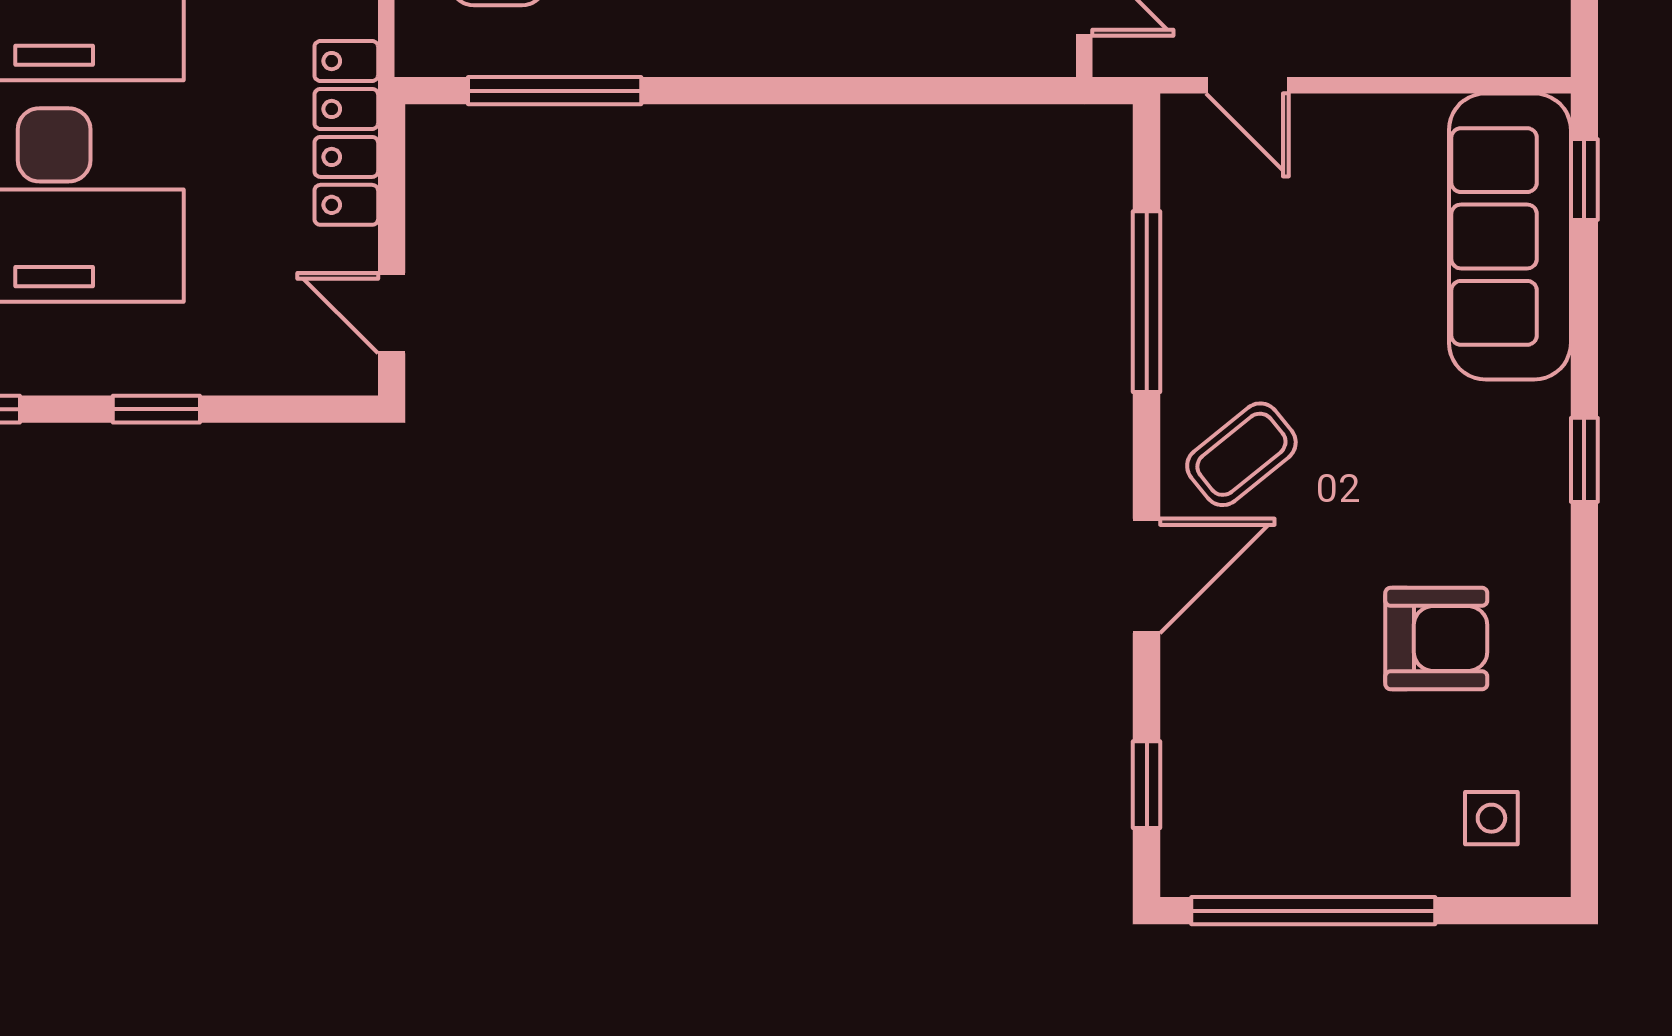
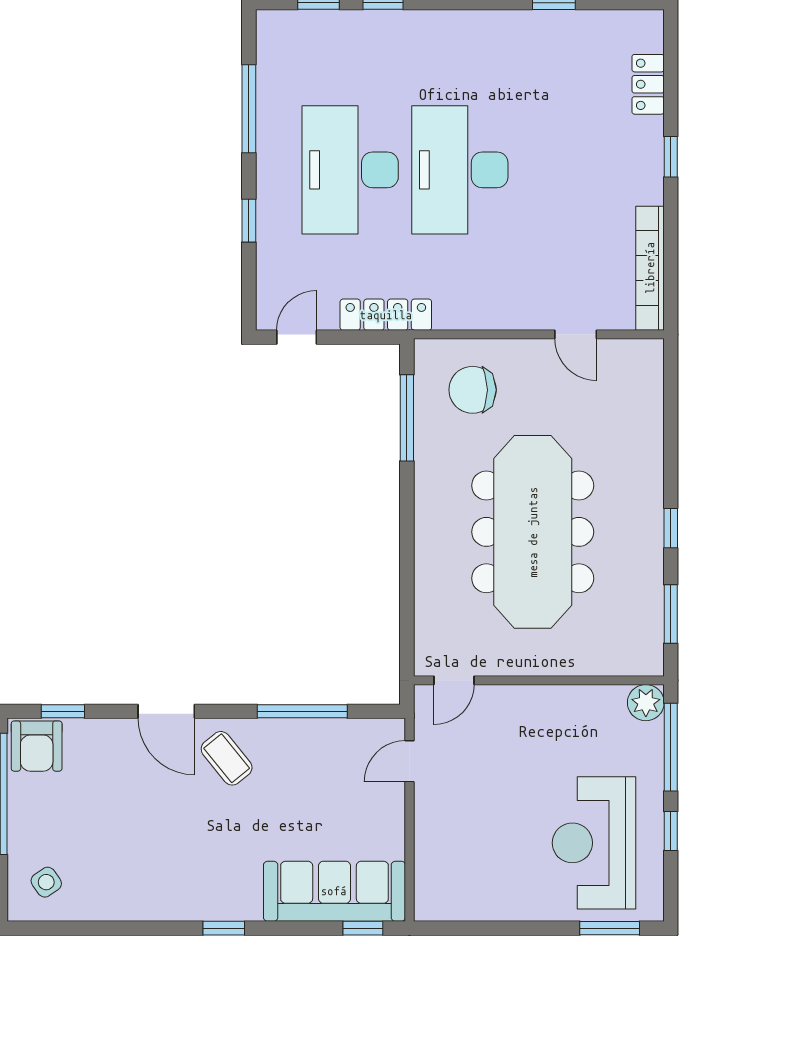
armchair: (1436, 639) -> (37, 746), moved
side table: (1491, 818) -> (46, 882), turned -35

